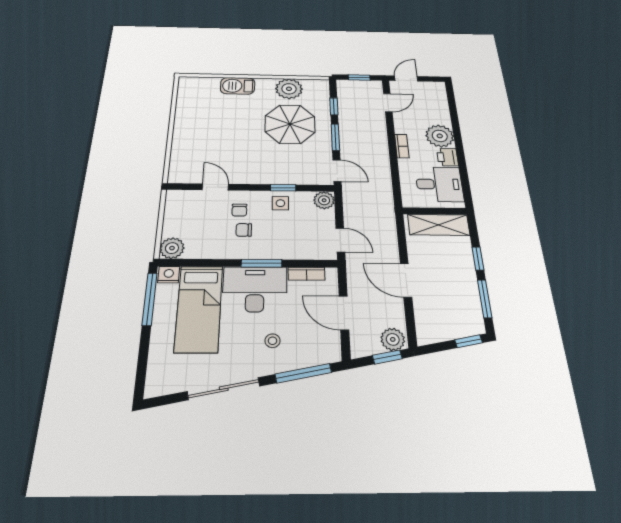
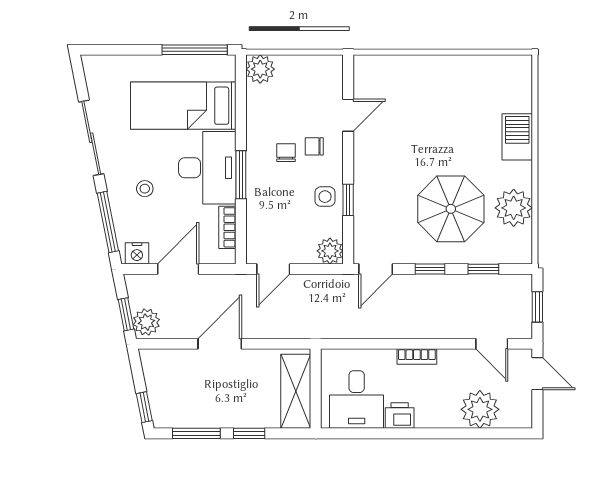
plant: (440, 136) -> (480, 409), moved
window: (335, 137) -> (430, 269), width x0.67
nightstand: (169, 275) -> (137, 253), moved, turned 90

